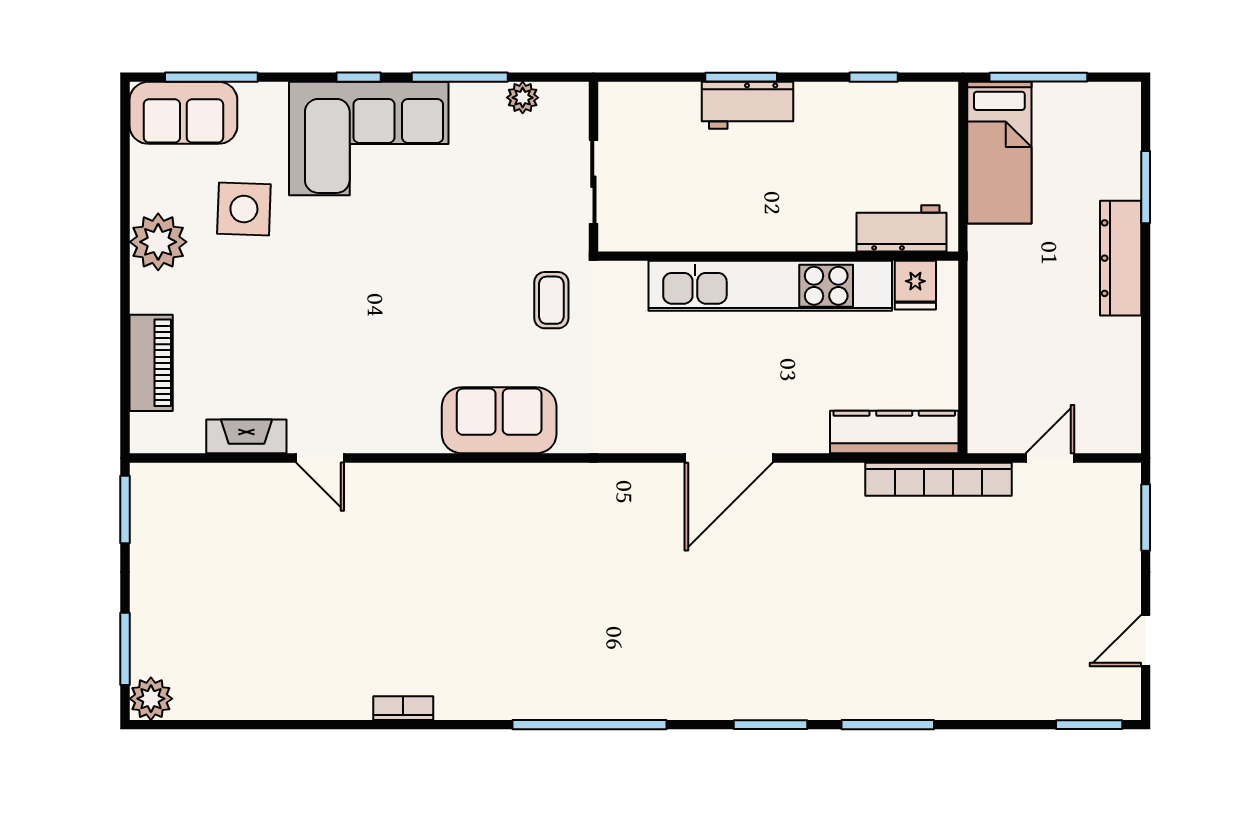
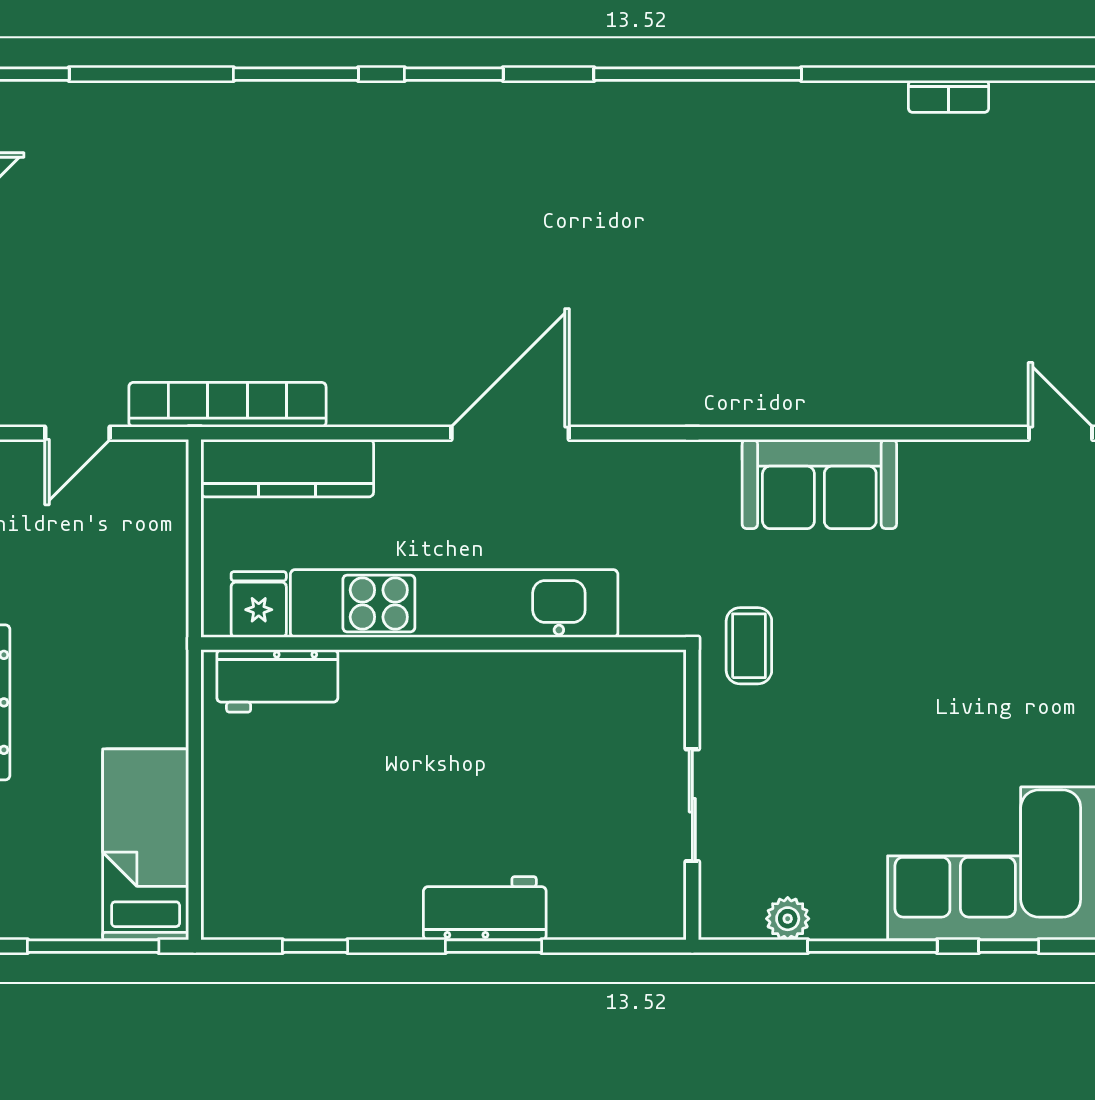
workbench: (902, 228) -> (277, 681), moved
wall: (778, 256) -> (444, 644), moved
fridge: (915, 285) -> (259, 604), moved
kitchen unit: (770, 286) -> (454, 604), moved

